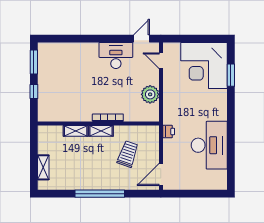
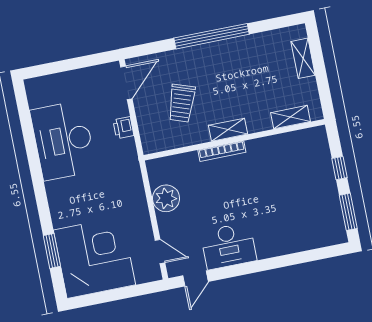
shelving: (76, 131) -> (291, 117), moved
printer: (169, 131) -> (123, 128), moved

